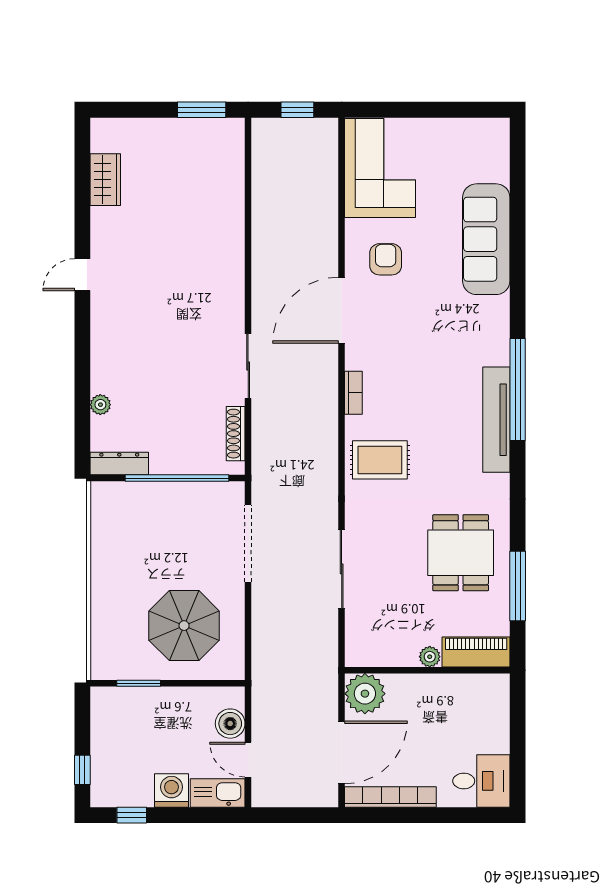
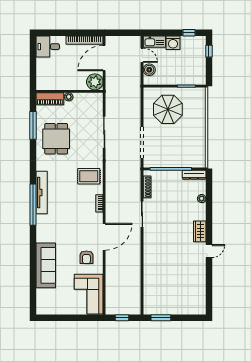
wardrobe: (105, 180) -> (200, 231), moved

